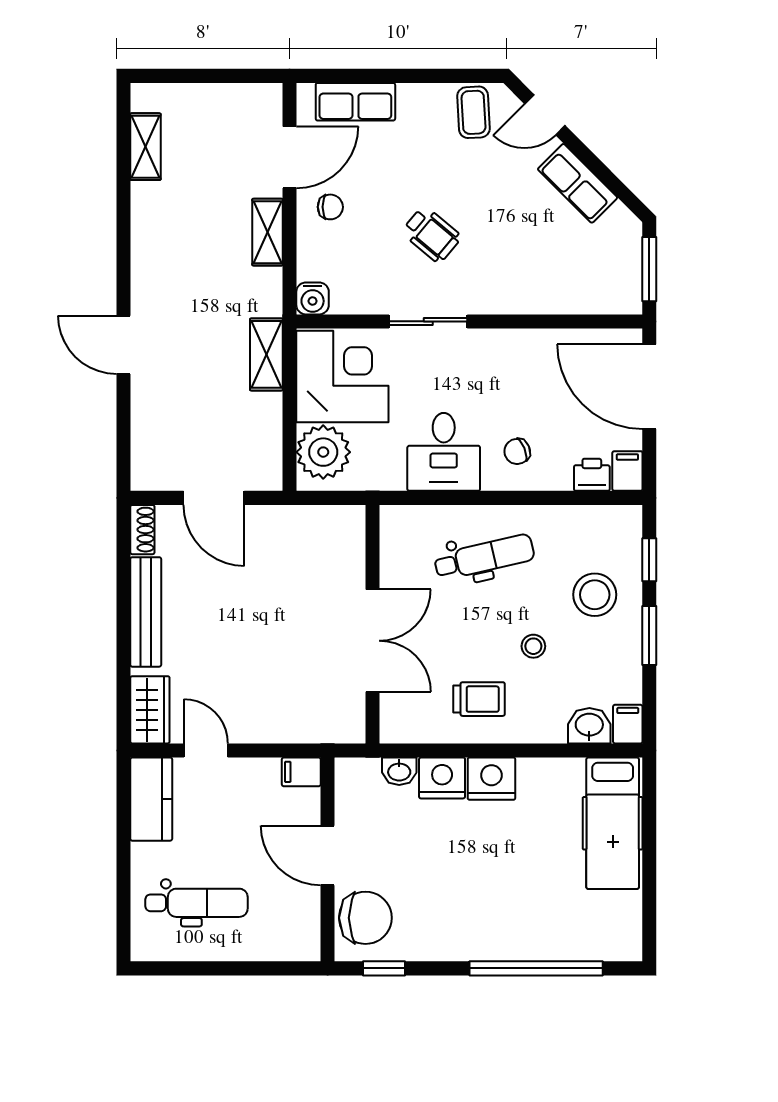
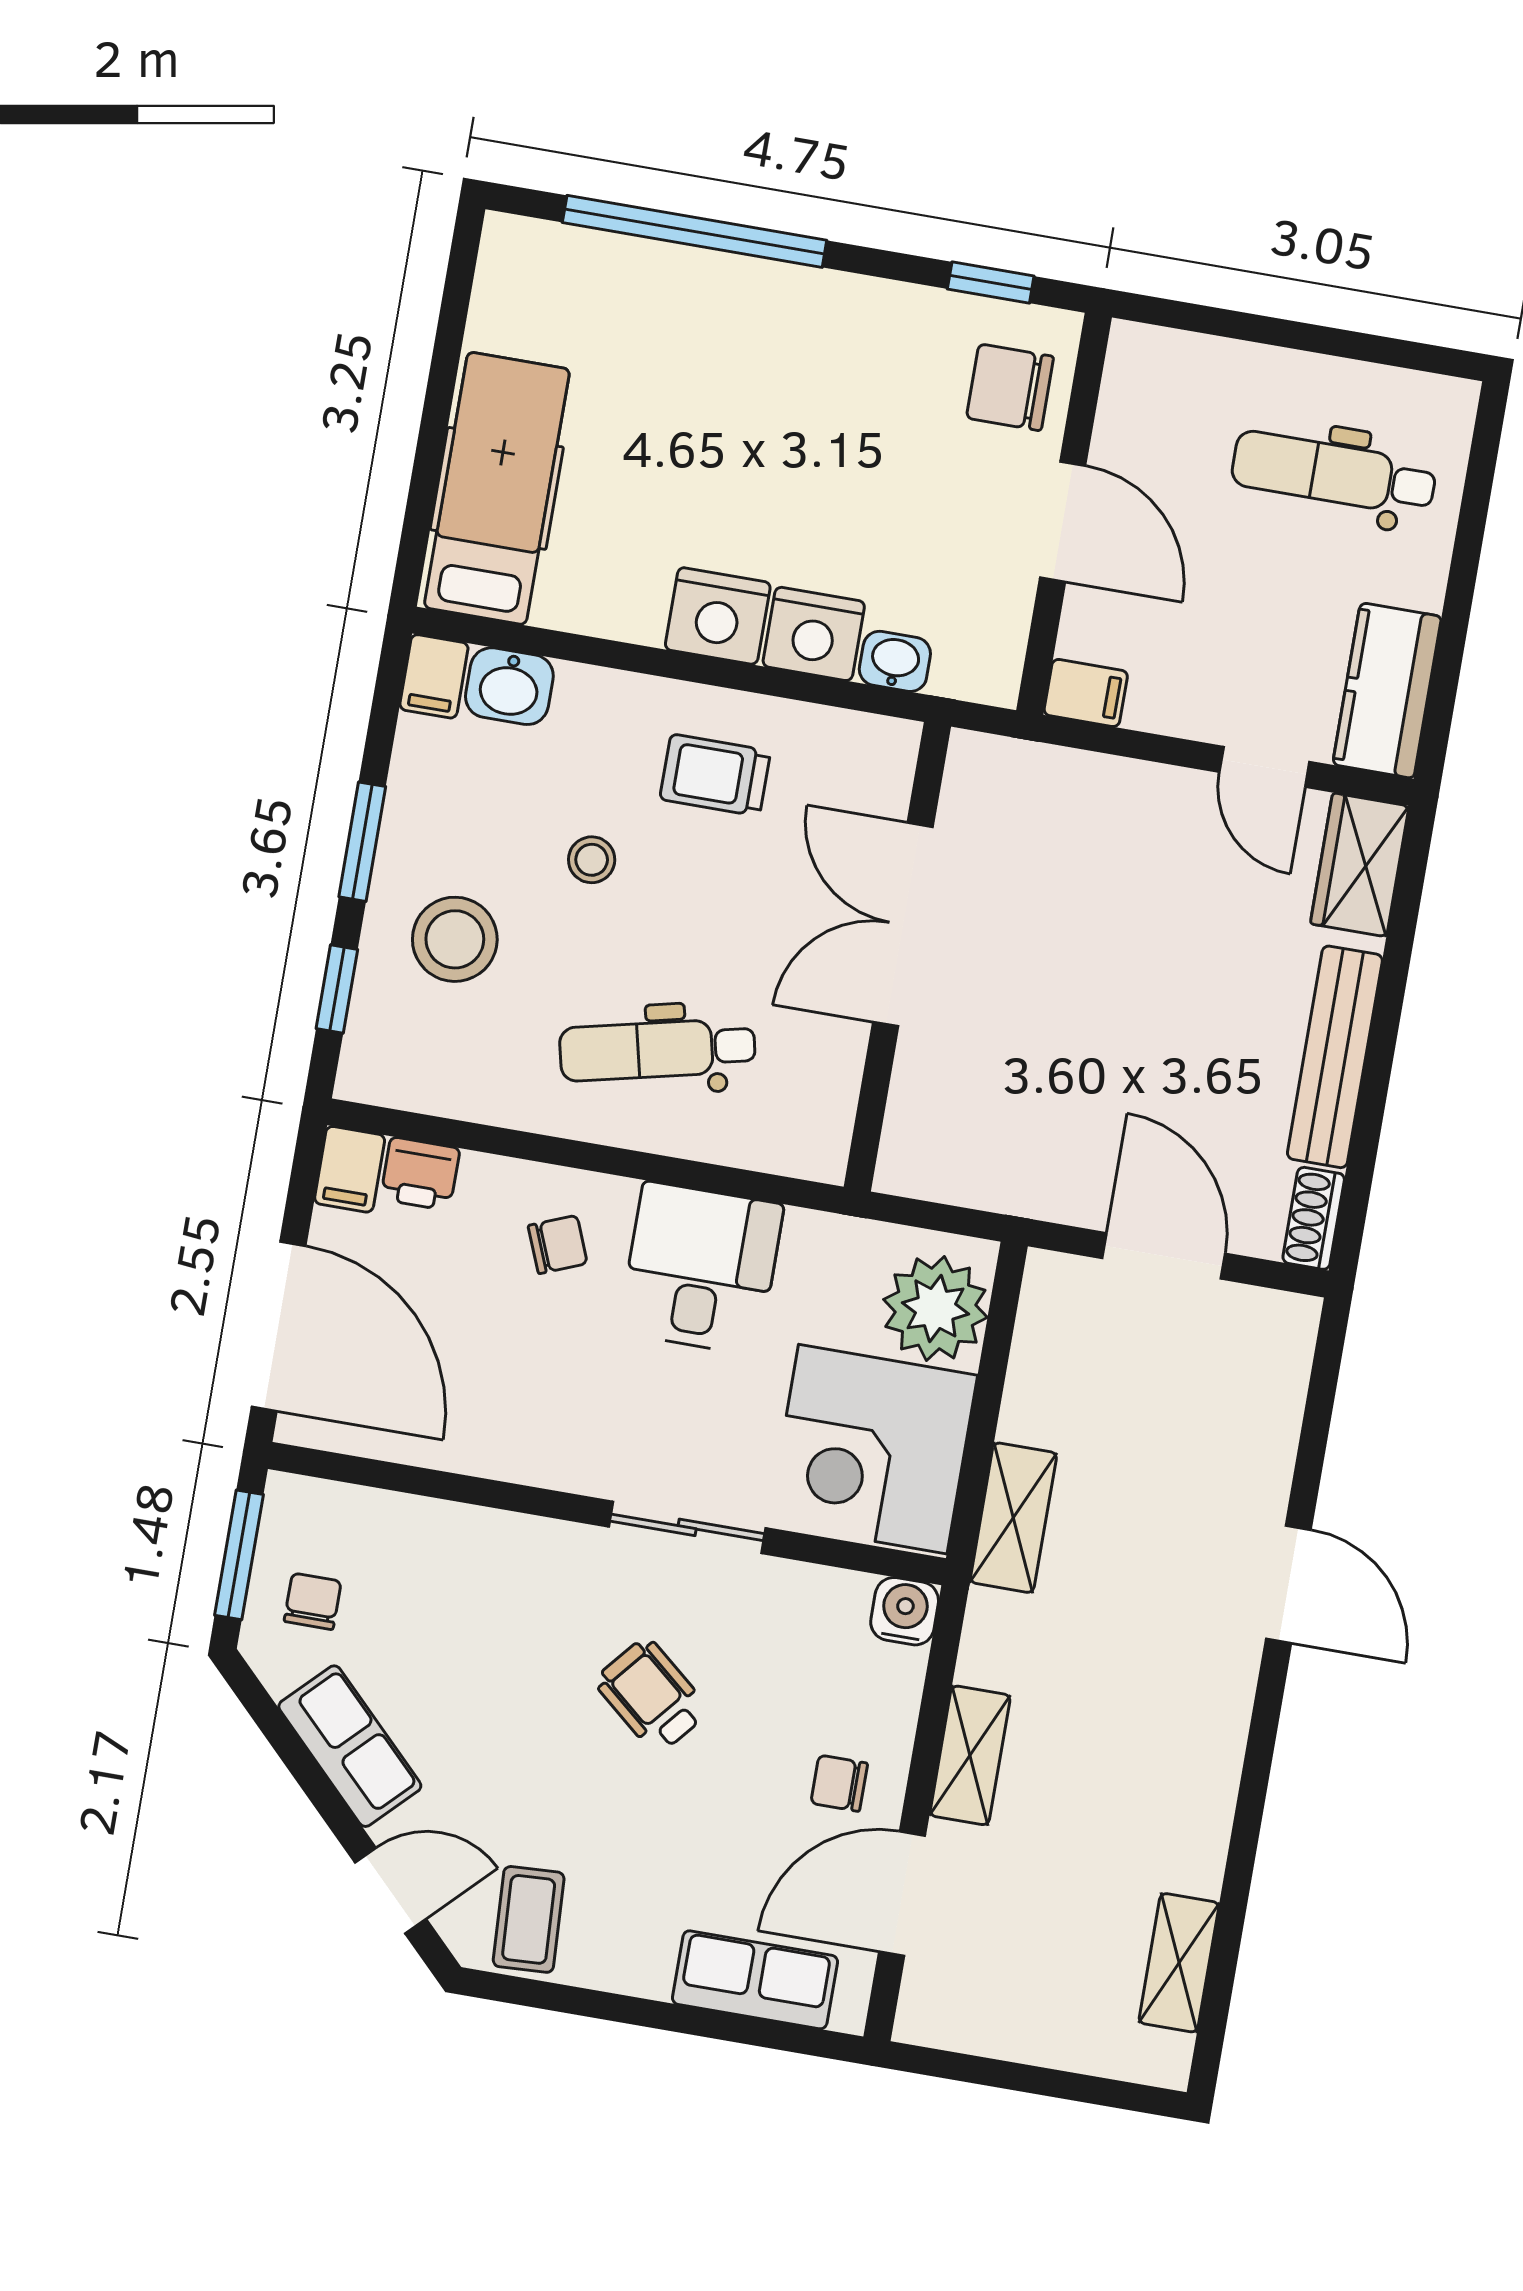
chair: (609, 252) -> (313, 1601), added
chair: (365, 918) -> (1010, 387), width x0.73, depth x0.73

